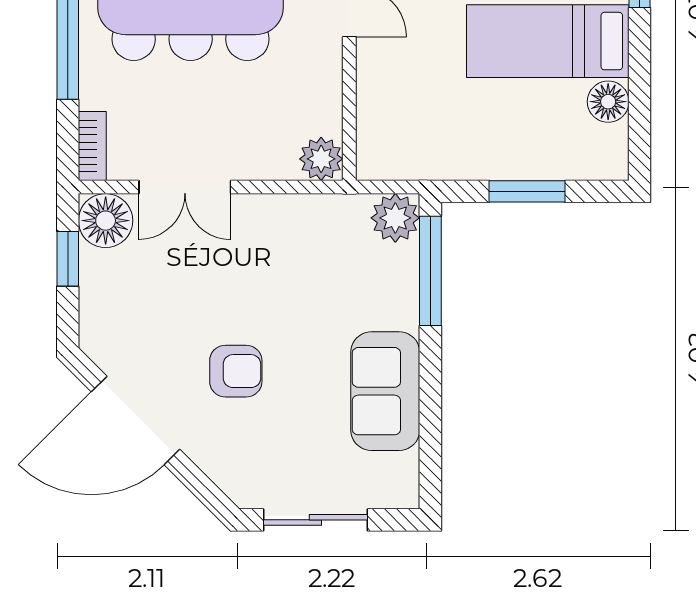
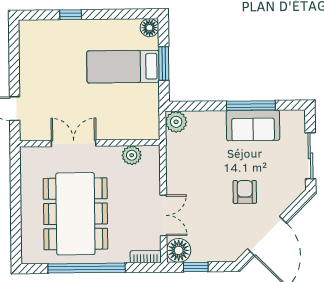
bed: (548, 41) -> (123, 67), moved, turned 90
floor lamp: (608, 102) -> (149, 28), moved
plant: (321, 159) -> (132, 155), moved
window: (430, 271) -> (251, 105), moved

